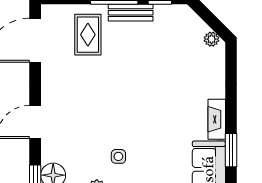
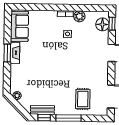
bench: (131, 13) -> (42, 110), moved
window: (231, 150) -> (7, 53), moved

